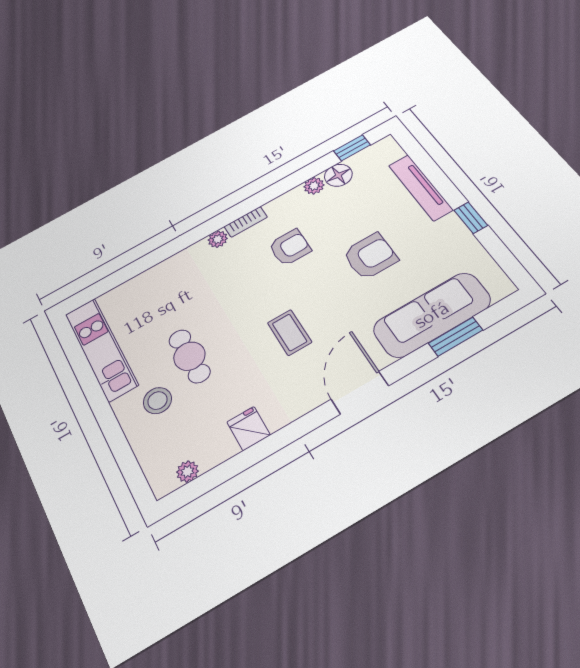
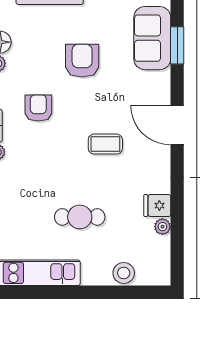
sofa: (432, 315) -> (152, 38), width x0.73
stool: (157, 401) -> (124, 273), moved
plant: (187, 472) -> (162, 227), moved

